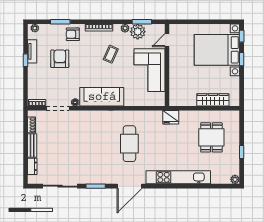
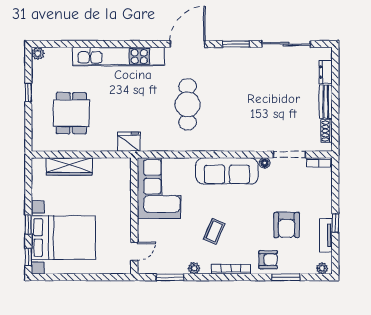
plant: (138, 32) -> (176, 263), removed
corner sofa: (150, 70) -> (159, 188), moved

